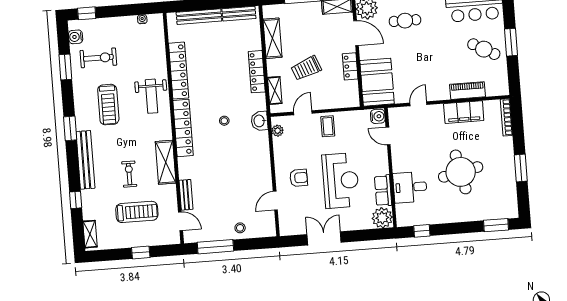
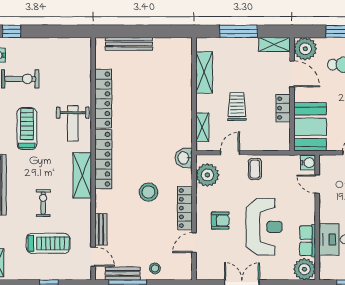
bench: (239, 14) -> (123, 274), moved
water cooler: (142, 19) -> (69, 42), removed
trolley: (306, 68) -> (237, 106), turned 111
locker: (257, 72) -> (185, 208), moved
treadmill: (108, 105) -> (27, 129), turned 180
stool: (224, 121) -> (148, 192), moved, width x1.89, depth x1.89
plant: (278, 131) -> (207, 175), width x1.88, depth x1.88
shelving: (166, 162) -> (82, 175), moved

